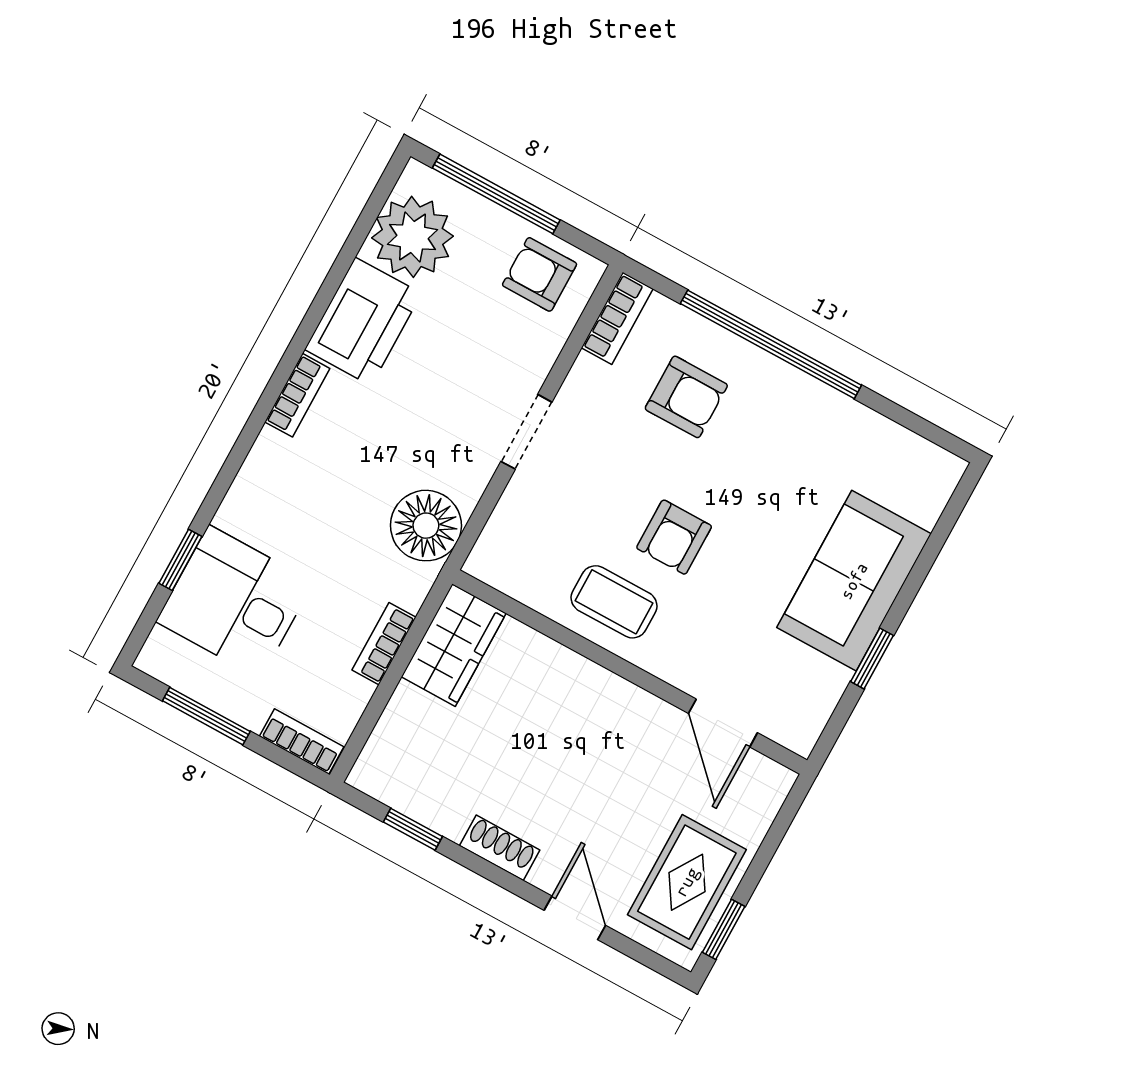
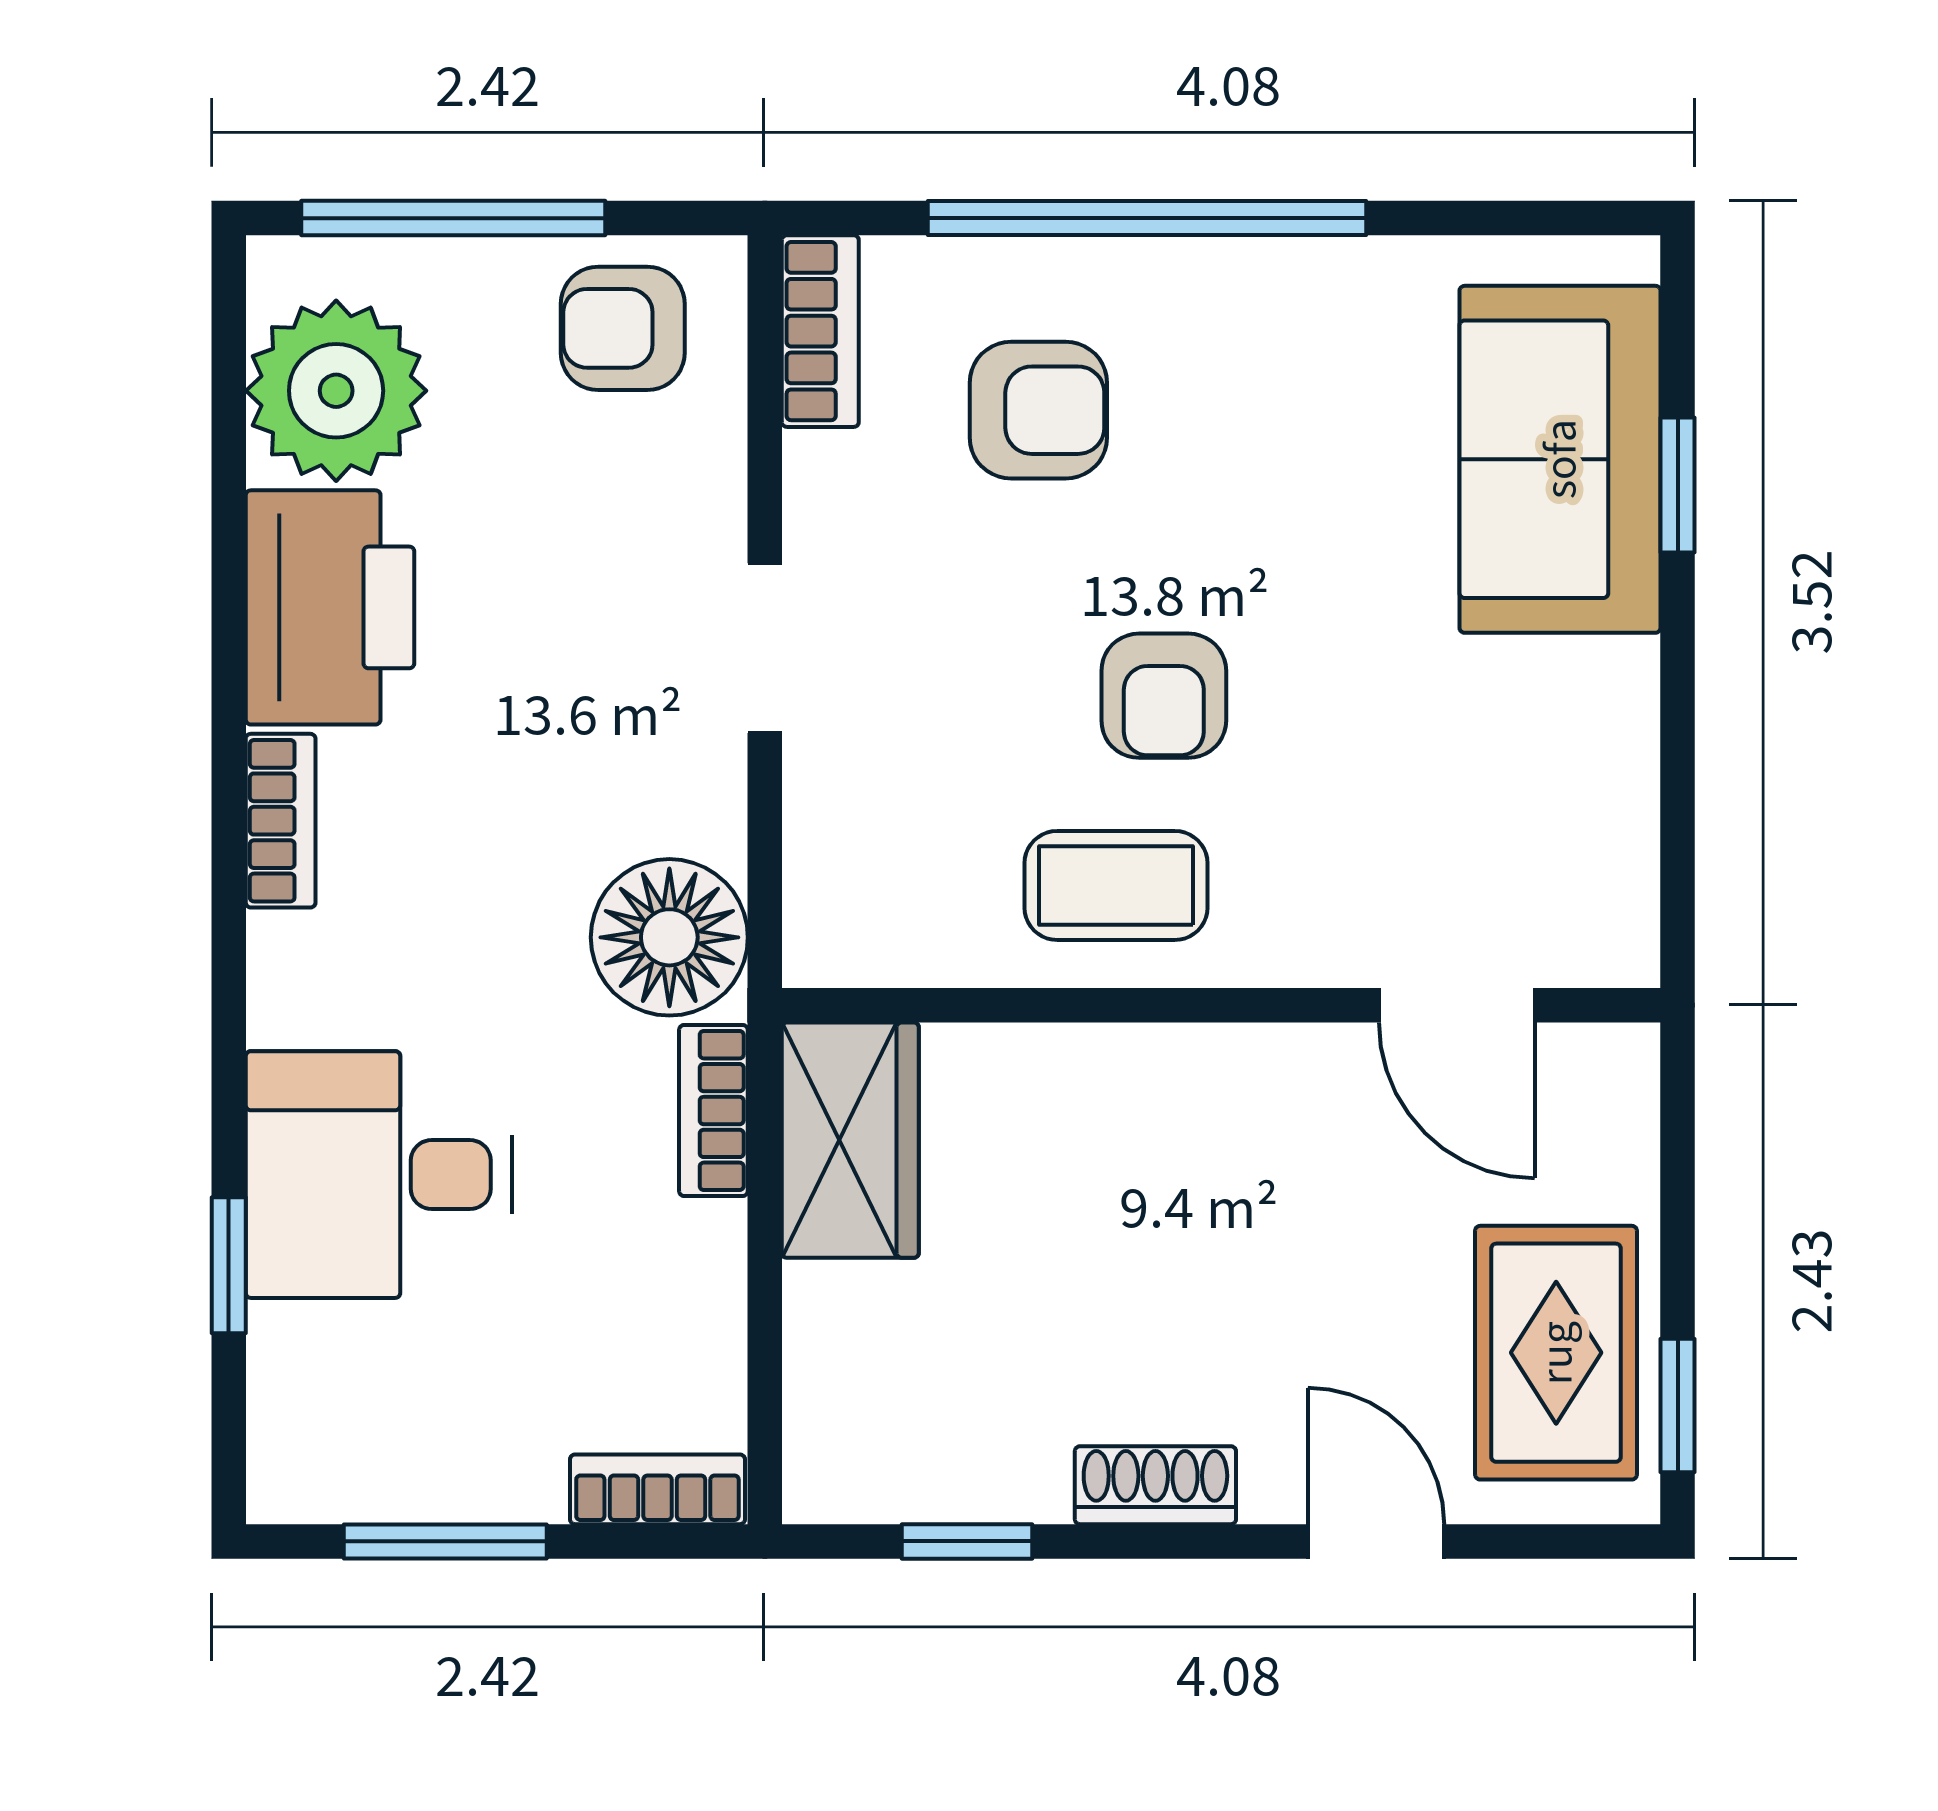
sofa: (854, 581) -> (1560, 459), moved
desk: (235, 602) -> (379, 1175), moved
bookcase: (384, 644) -> (713, 1111), moved
window: (872, 658) -> (1678, 485), moved

